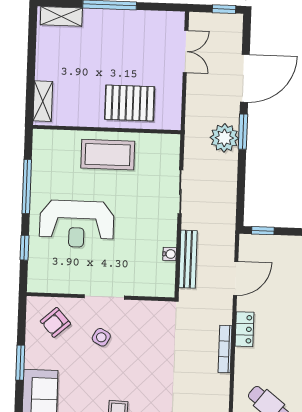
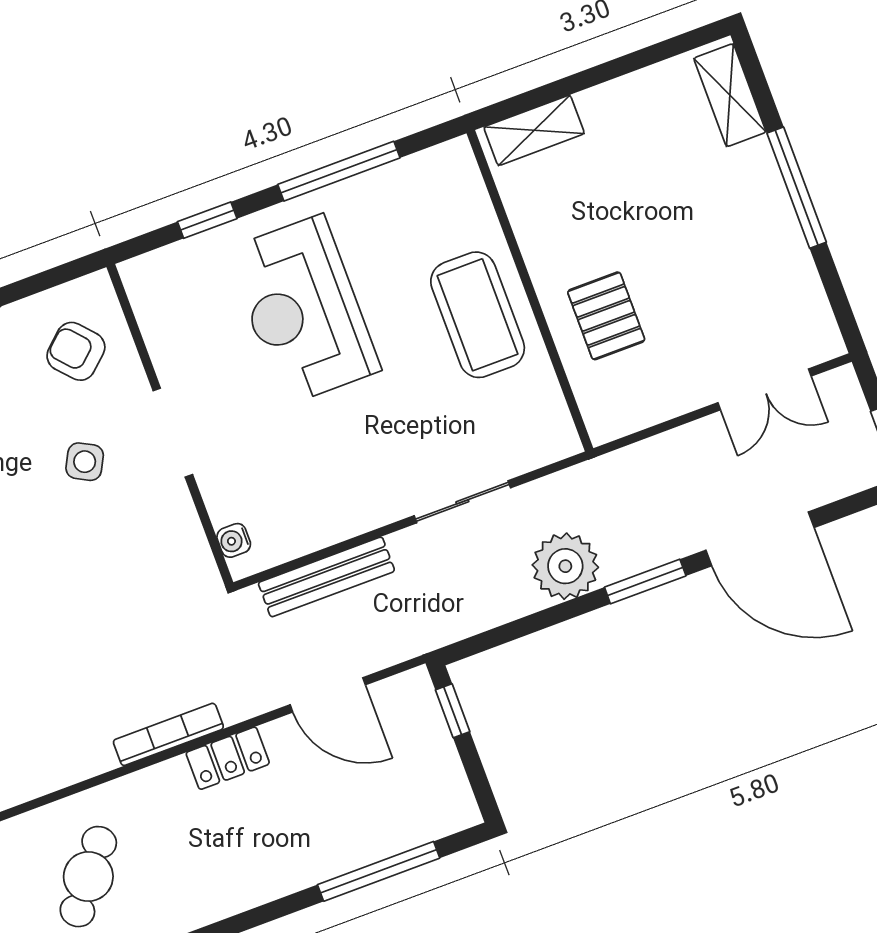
pallet: (130, 103) -> (606, 316), width x0.67, depth x0.71
plant: (224, 138) -> (565, 566), moved
water cooler: (170, 254) -> (234, 540), moved, turned 90

